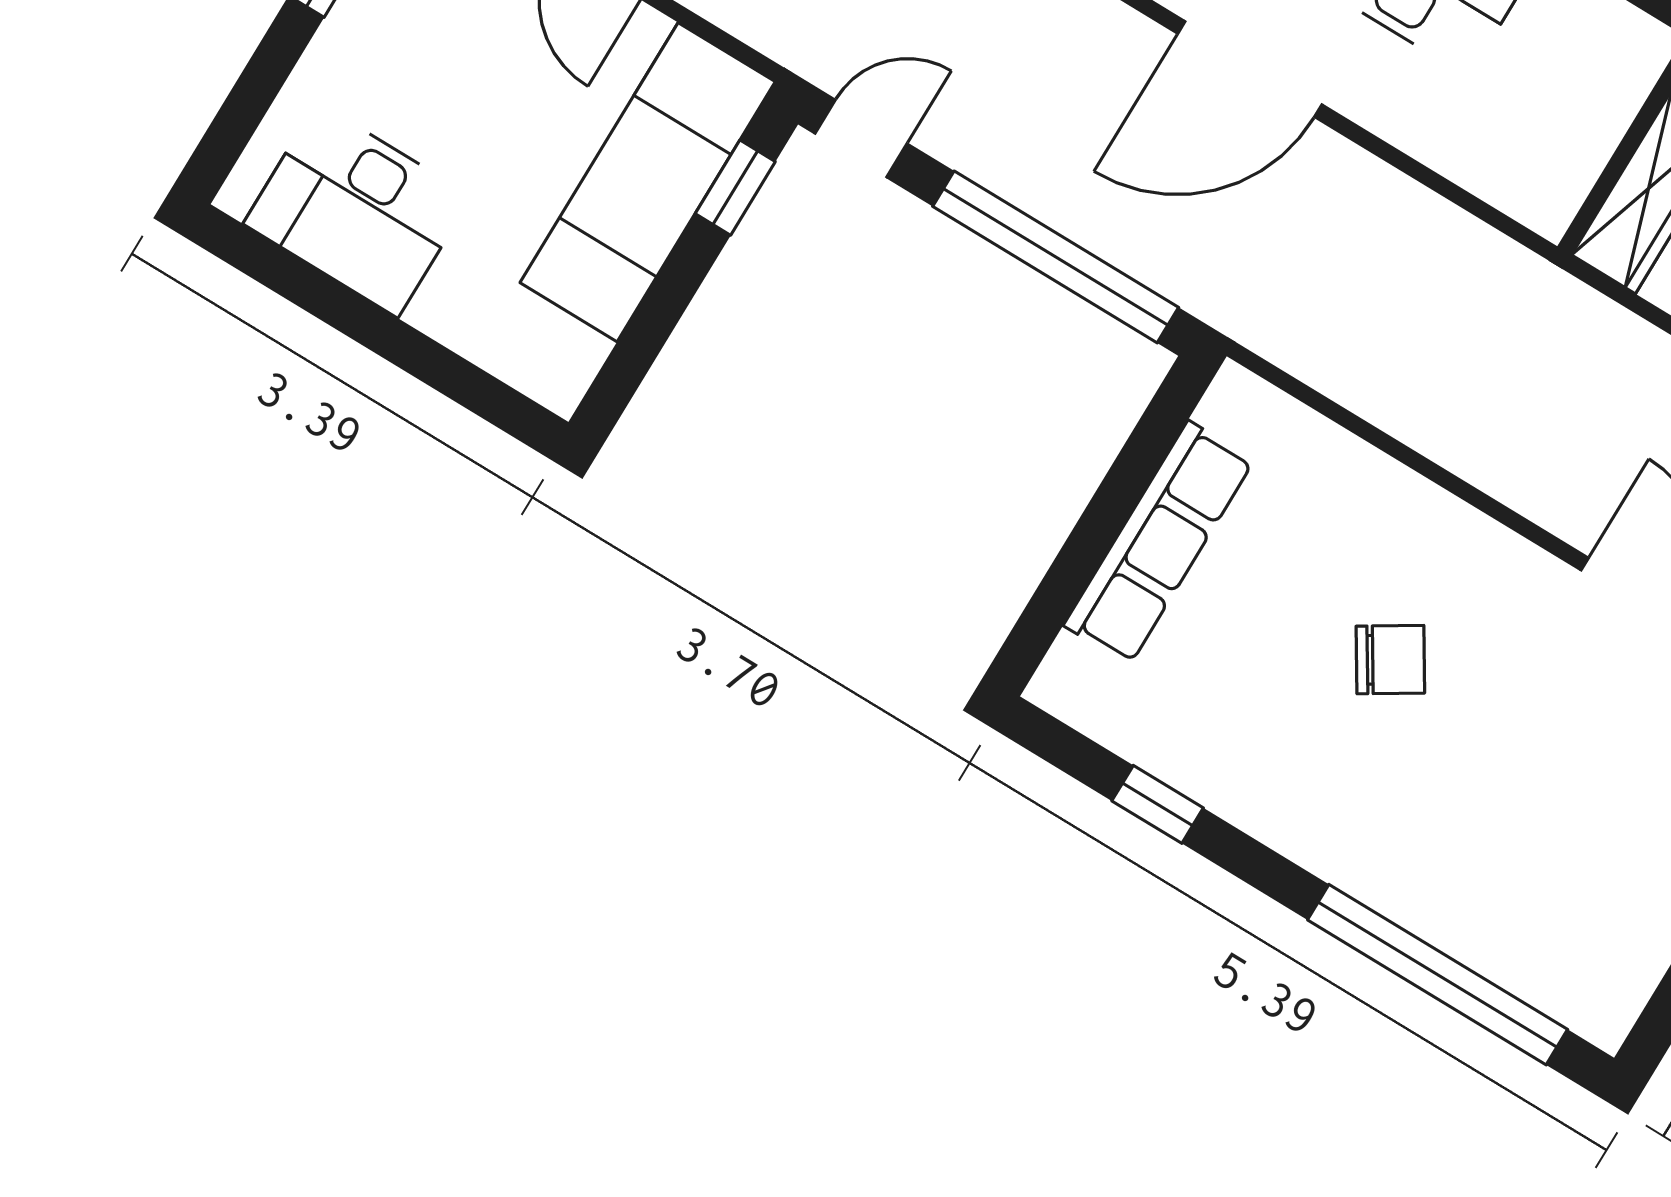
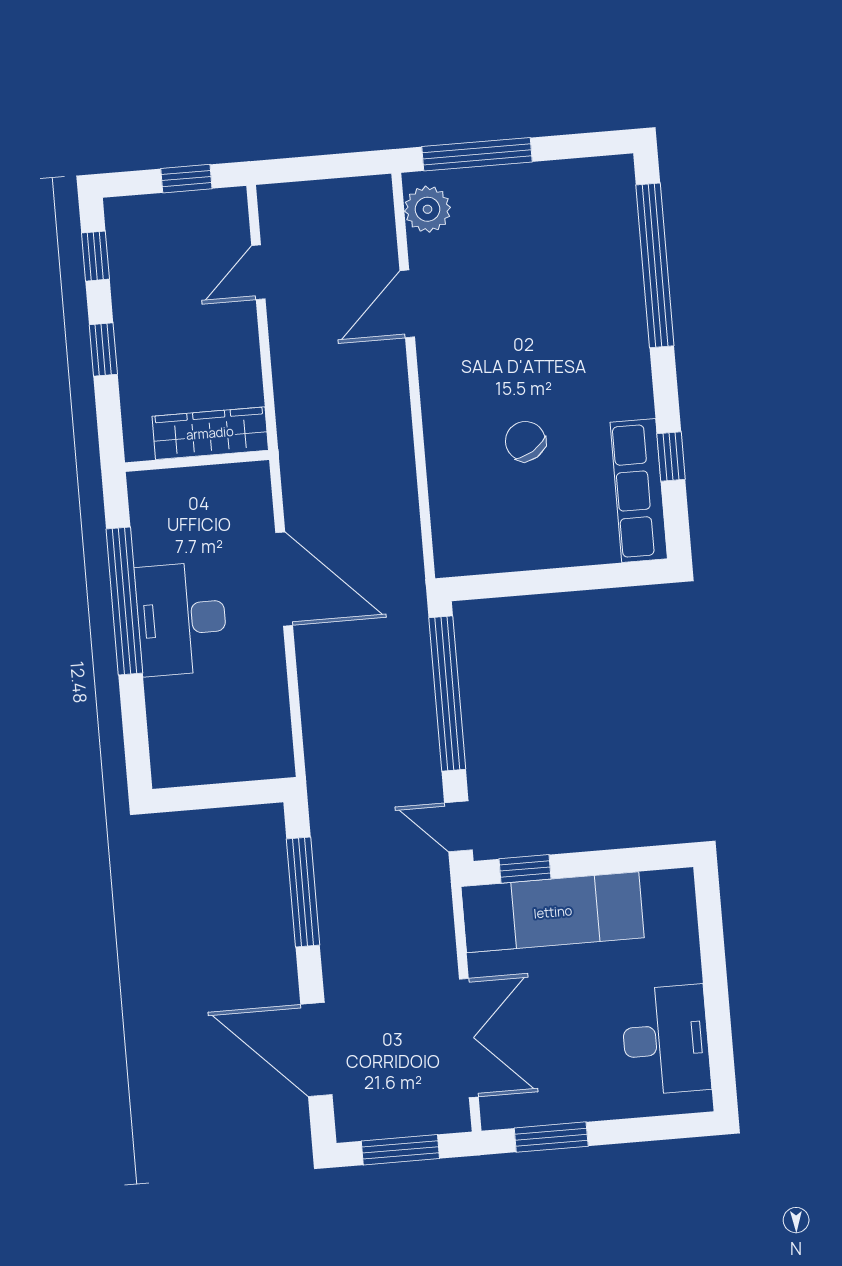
door: (1250, 69) -> (284, 579), moved
row of seats: (1159, 543) -> (639, 491), moved, turned -90
chair: (1390, 660) -> (525, 441), moved

